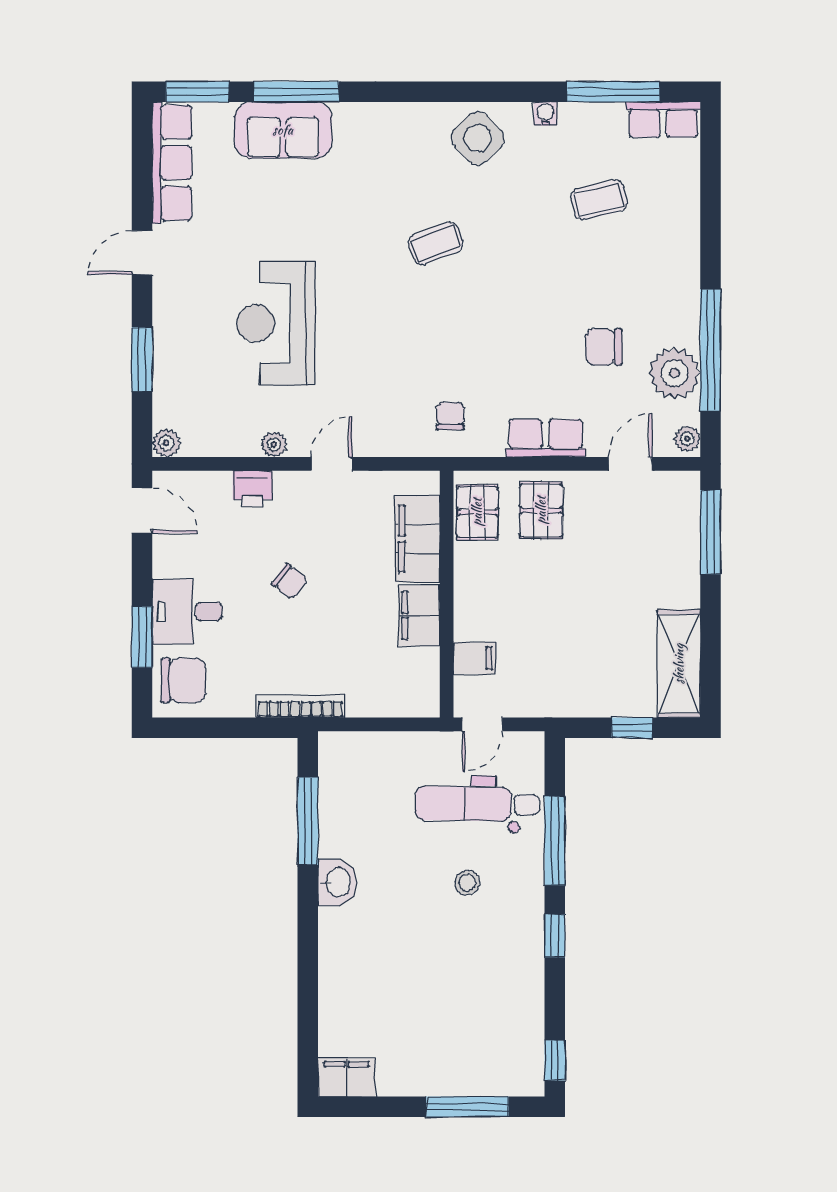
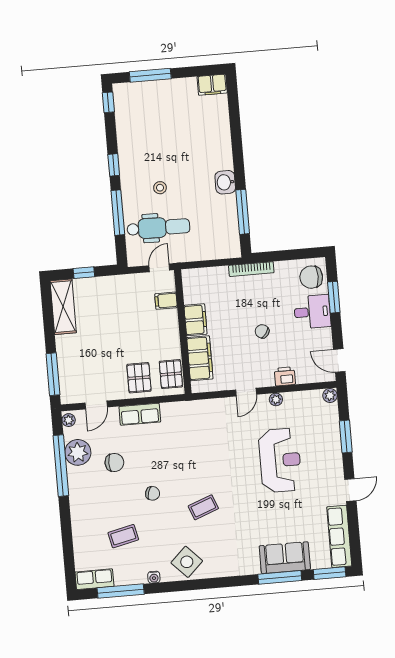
chair: (450, 416) -> (153, 493), moved, turned -73

